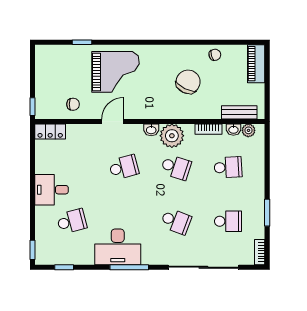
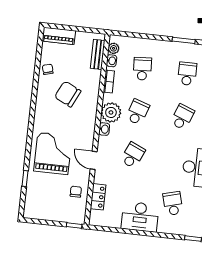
locker: (50, 131) -> (98, 197), moved
school desk: (124, 167) -> (133, 155), turned 39
desk: (52, 190) -> (140, 217), width x1.37

